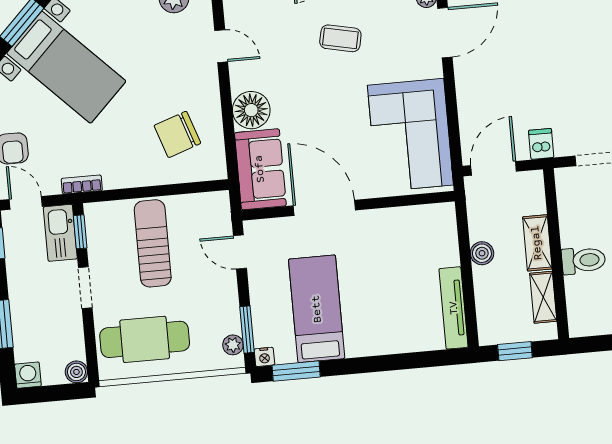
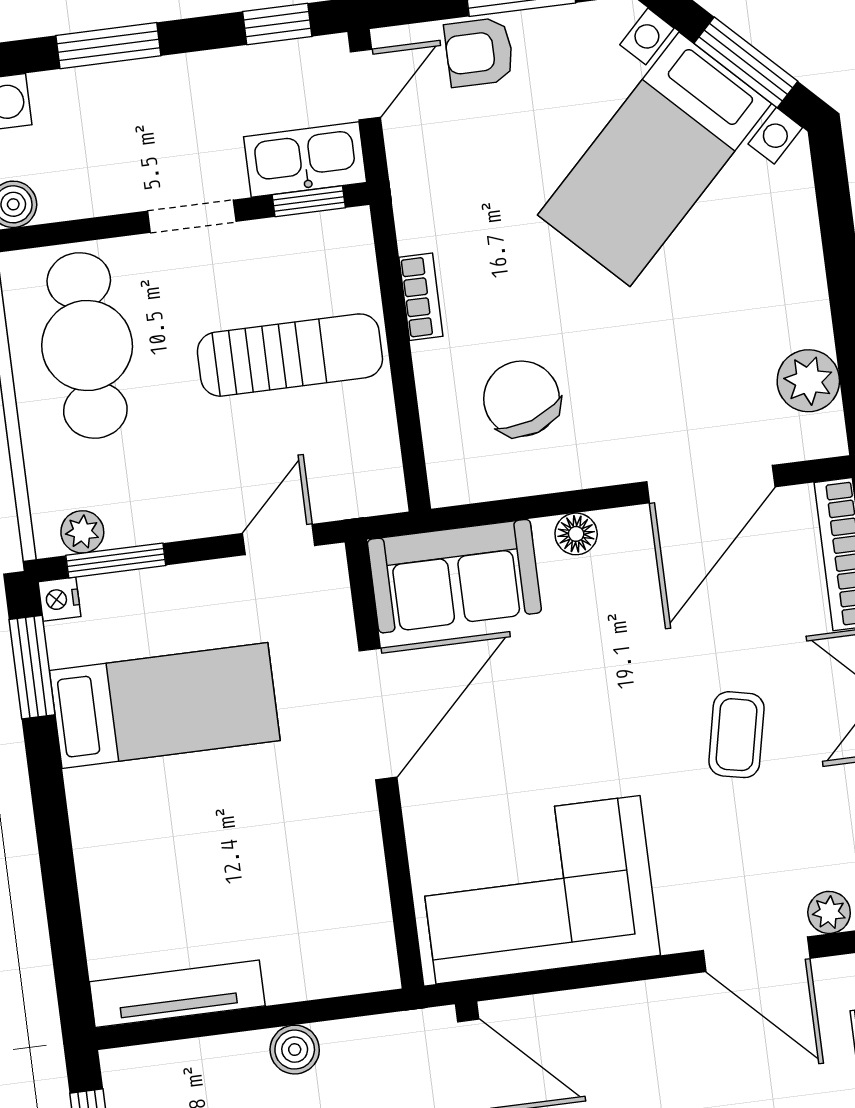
door: (221, 46) -> (711, 484), width x1.87
floor lamp: (251, 110) -> (576, 534), width x0.53, depth x0.53
bookcase: (82, 184) -> (421, 297), moved

